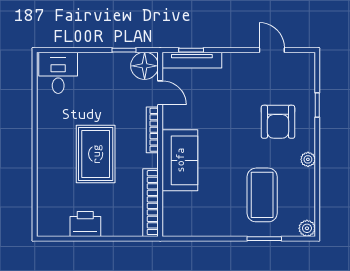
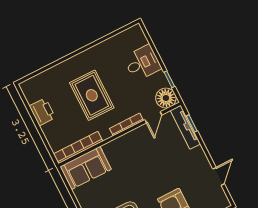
desk: (58, 73) -> (142, 63), moved
rug: (96, 154) -> (92, 95), turned 90
sofa: (180, 160) -> (86, 168), moved

